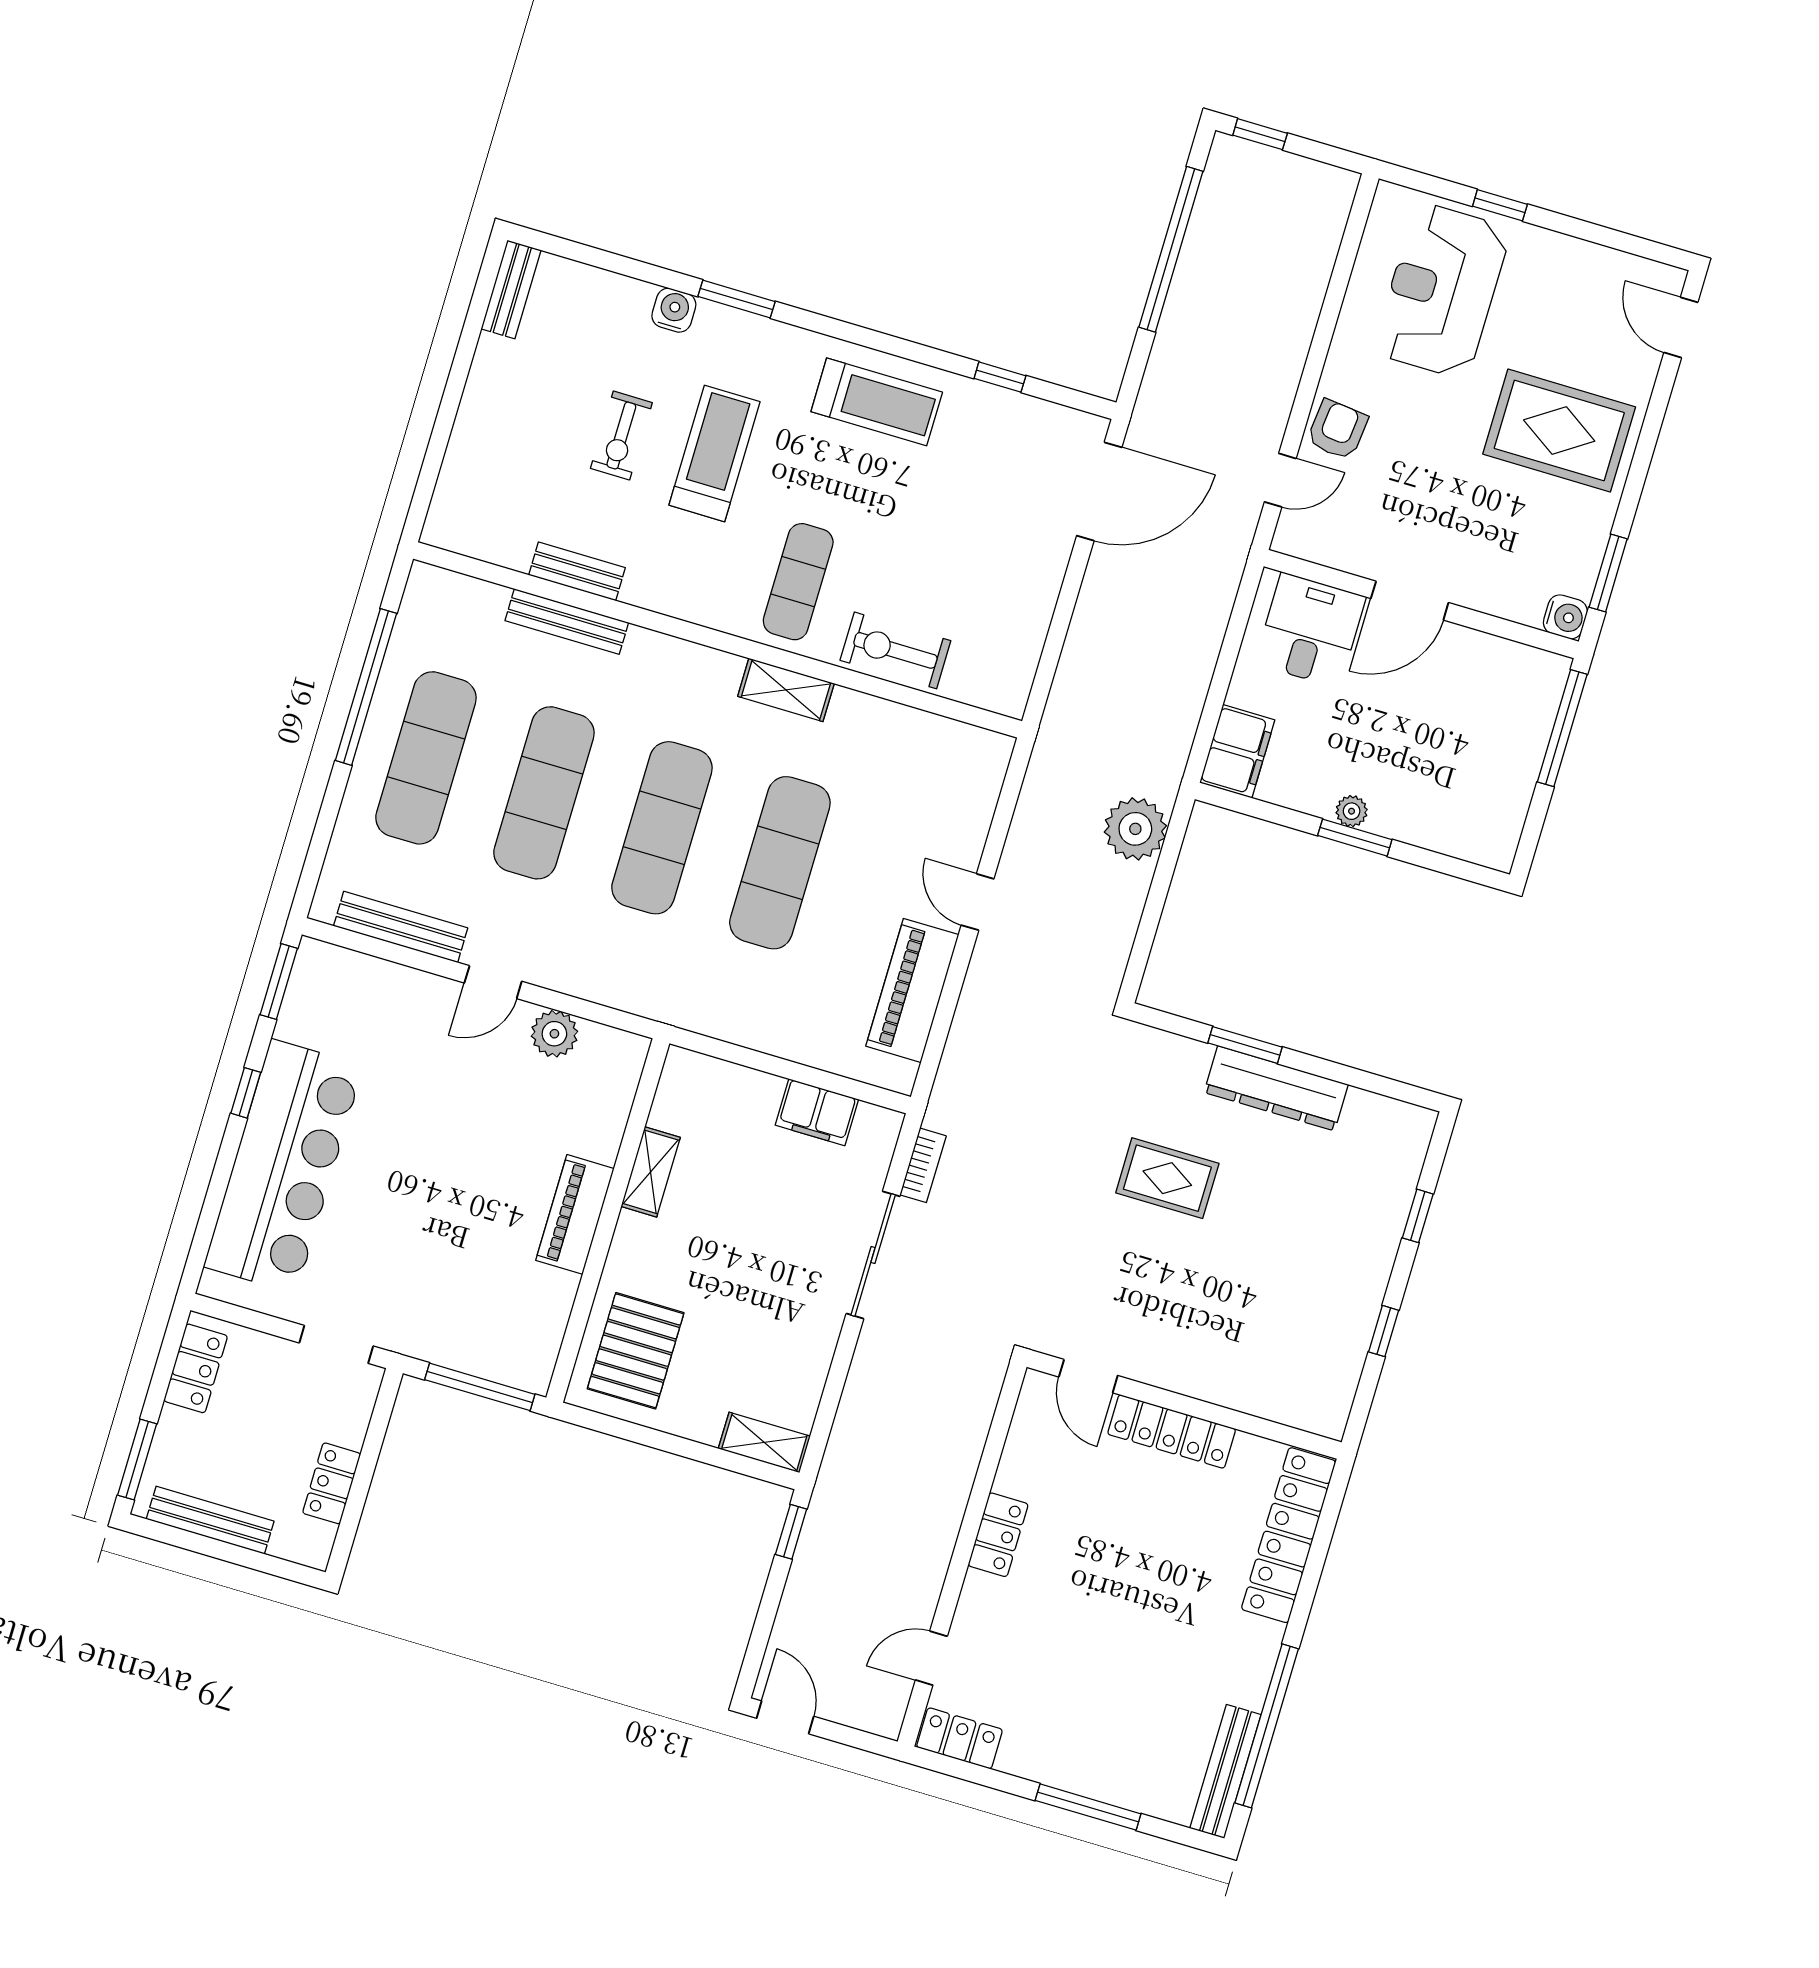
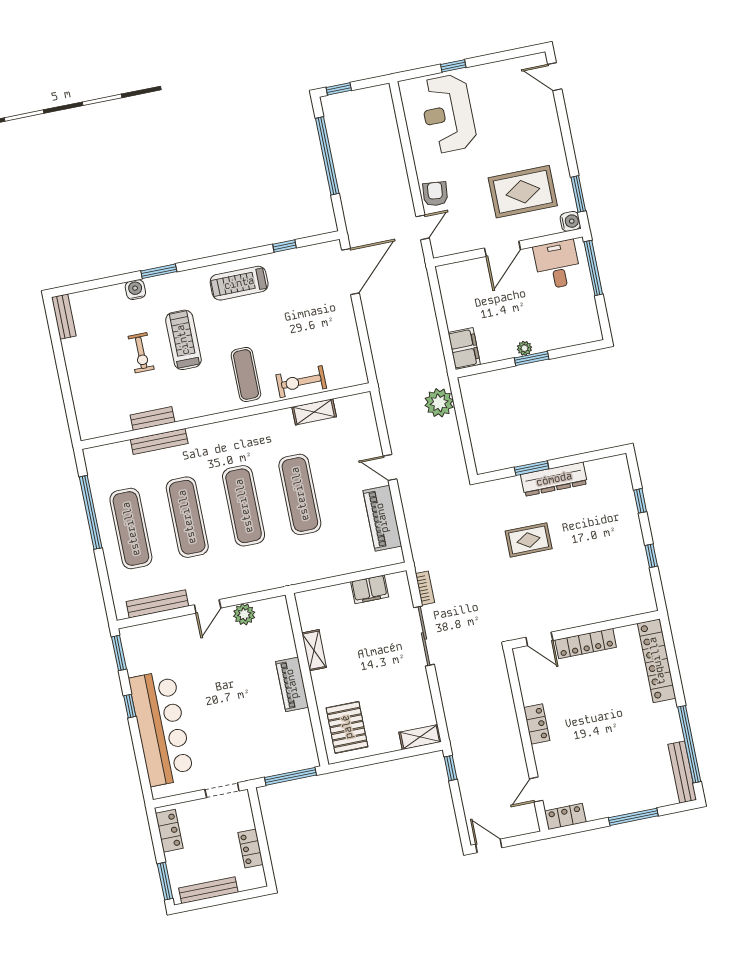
treadmill: (877, 402) -> (239, 283), turned 180
rug: (1559, 431) -> (523, 192), moved
desk: (1310, 630) -> (557, 265), moved
shelving: (786, 690) -> (314, 412), moved

